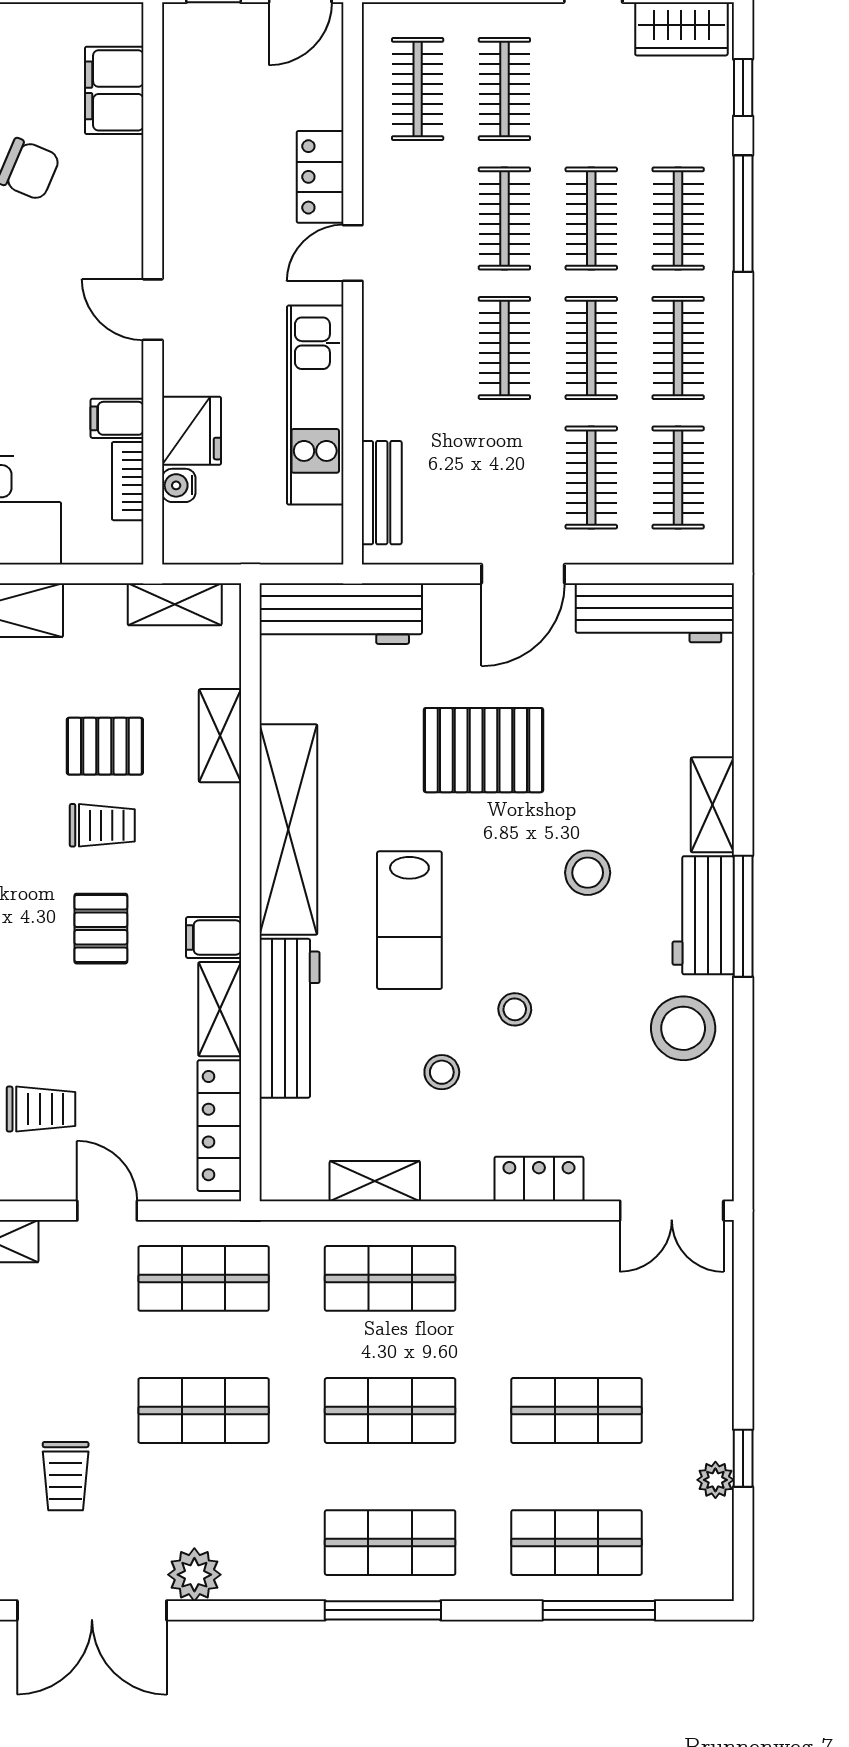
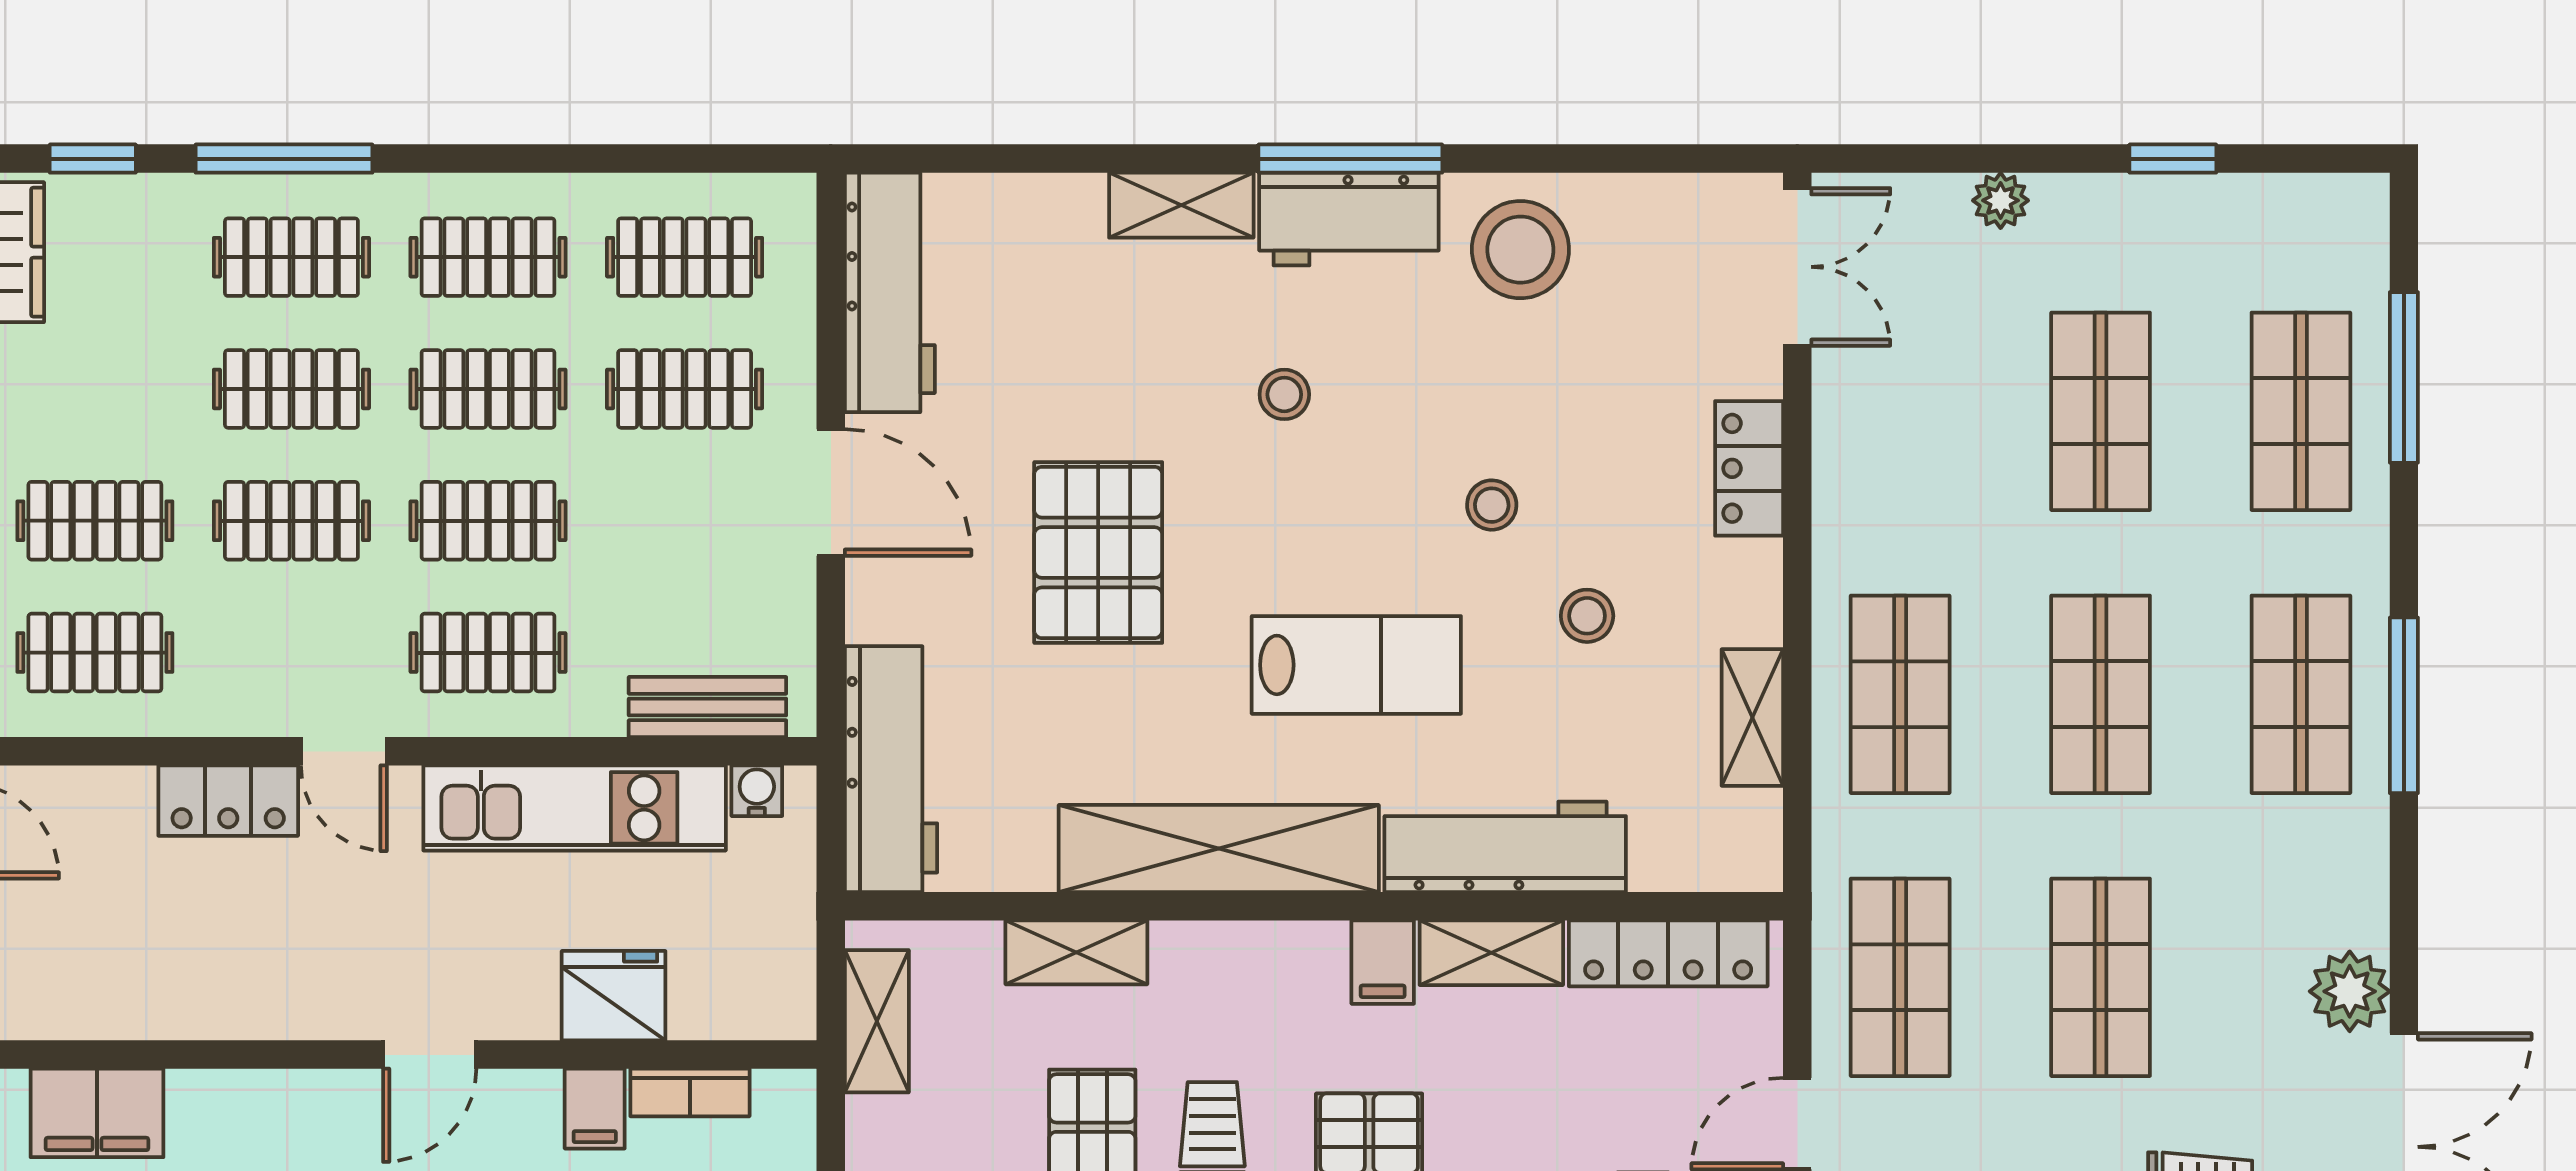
clothes rail: (418, 348) -> (488, 653), added
water cooler: (179, 485) -> (757, 791), moved, turned 180
stool: (588, 873) -> (1284, 394), width x0.73, depth x0.73
plant: (715, 1480) -> (2001, 200), moved

